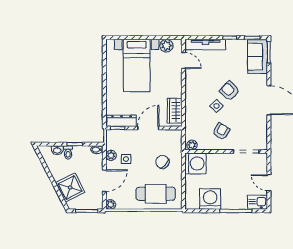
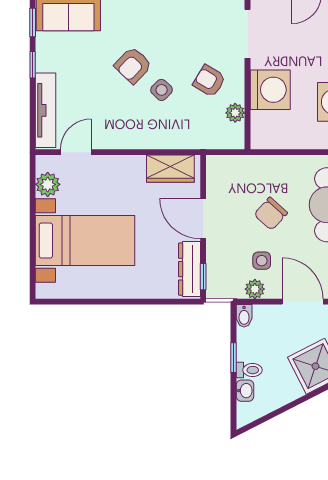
plant: (192, 145) -> (235, 113), moved
chair: (162, 162) -> (271, 214), moved
washing machine: (195, 164) -> (270, 90), moved, turned 90

